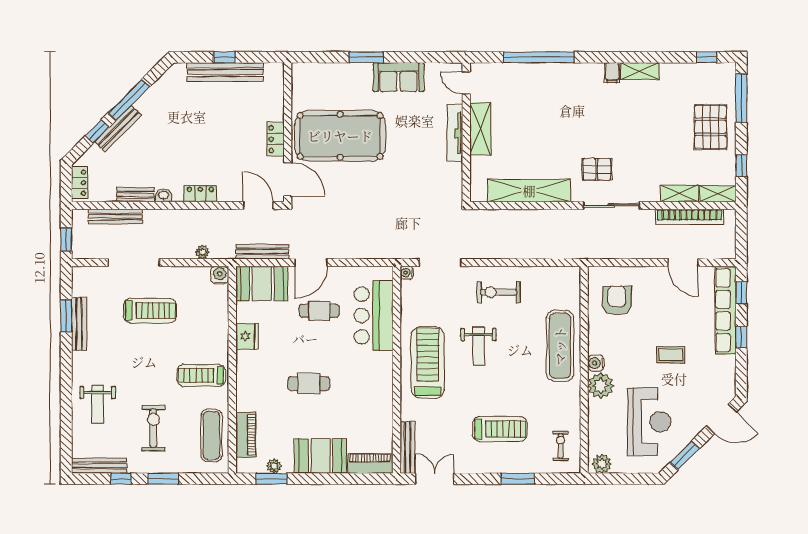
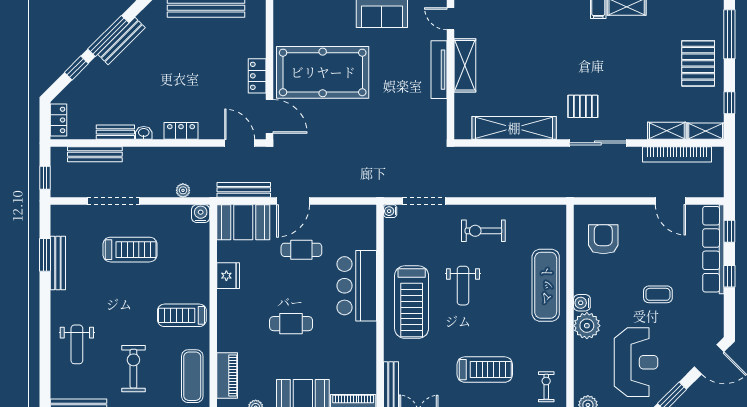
bench: (118, 129) -> (122, 41), moved
bar counter: (374, 316) -> (357, 286), moved
treadmill: (428, 362) -> (412, 302), turned 180

